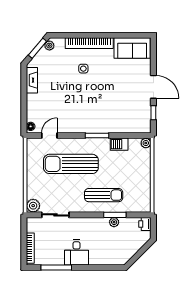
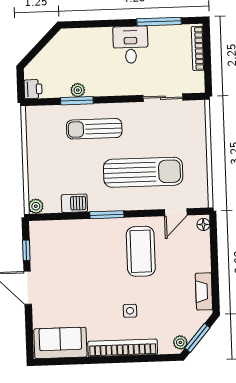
coffee table: (74, 109) -> (141, 251), added
plant: (33, 206) -> (196, 110), removed

